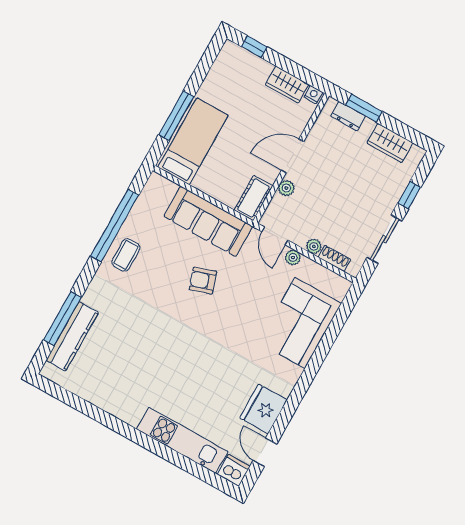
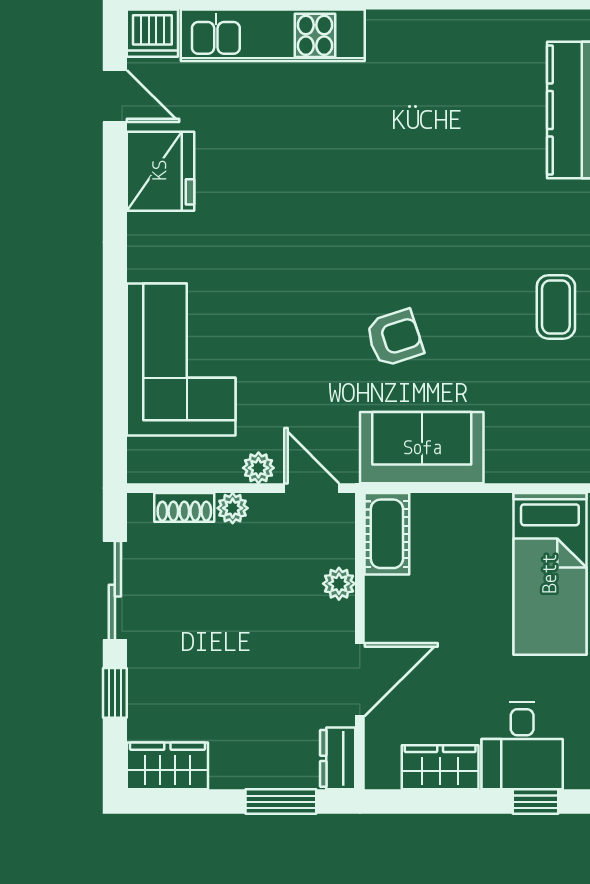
desk: (247, 74) -> (522, 746), added
nightstand: (313, 95) -> (384, 776), removed
dresser: (348, 116) -> (338, 758), moved, turned -90
wardrobe: (390, 143) -> (167, 766), moved
door: (292, 156) -> (360, 680), moved
sofa: (208, 221) -> (422, 448), width x0.73

